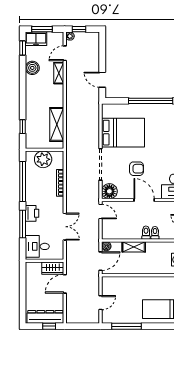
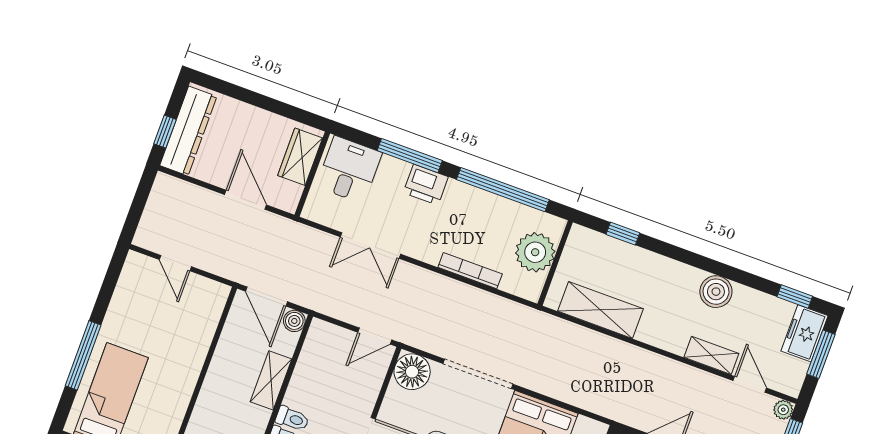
boiler: (32, 68) -> (716, 292), moved
wardrobe: (53, 268) -> (300, 157), moved
window: (127, 326) -> (83, 355), moved

